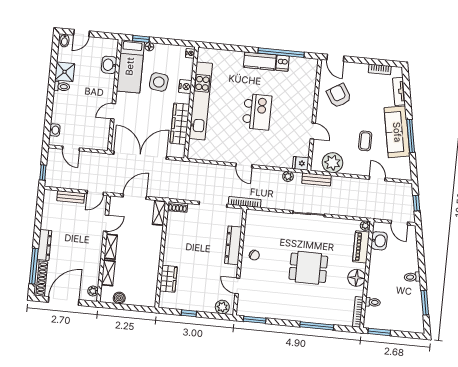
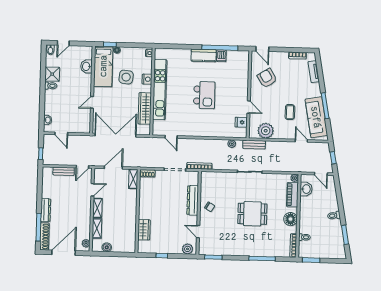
sofa: (397, 132) -> (316, 117), moved
fridge: (301, 163) -> (241, 122), moved
door: (244, 165) -> (171, 137), moved

